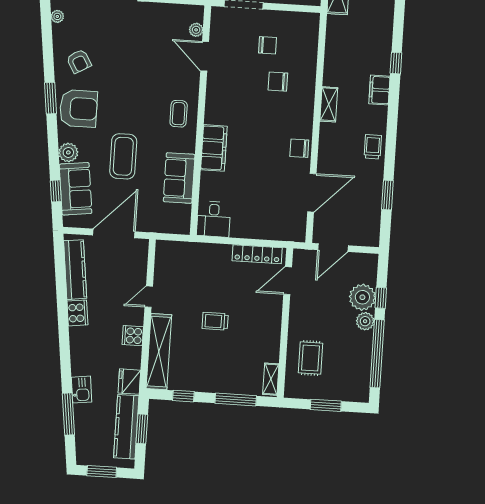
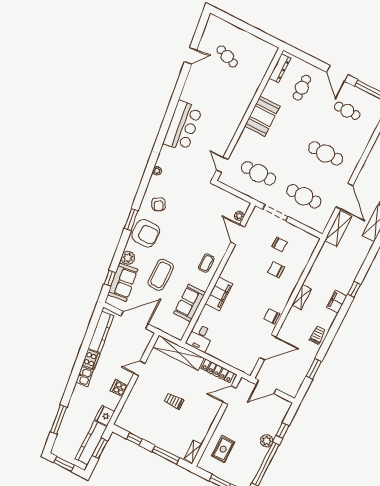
plant: (362, 297) -> (271, 425), removed
shelving: (159, 352) -> (179, 353), moved, turned 90
kitchen sink: (82, 390) -> (85, 376), moved

